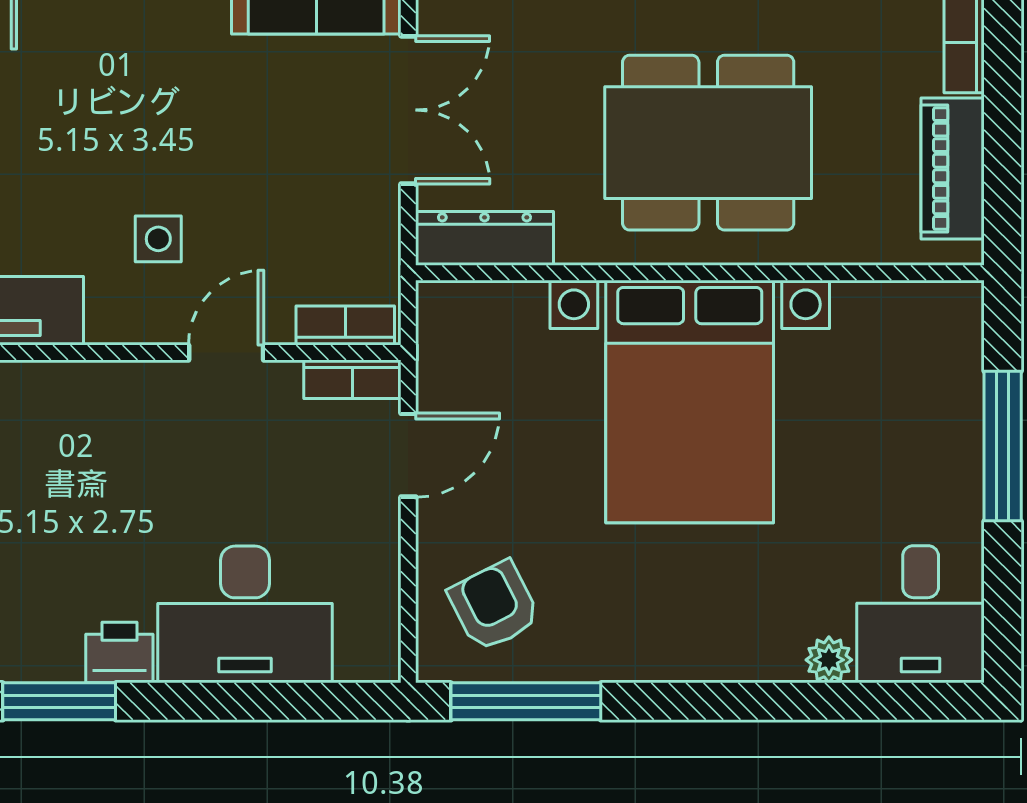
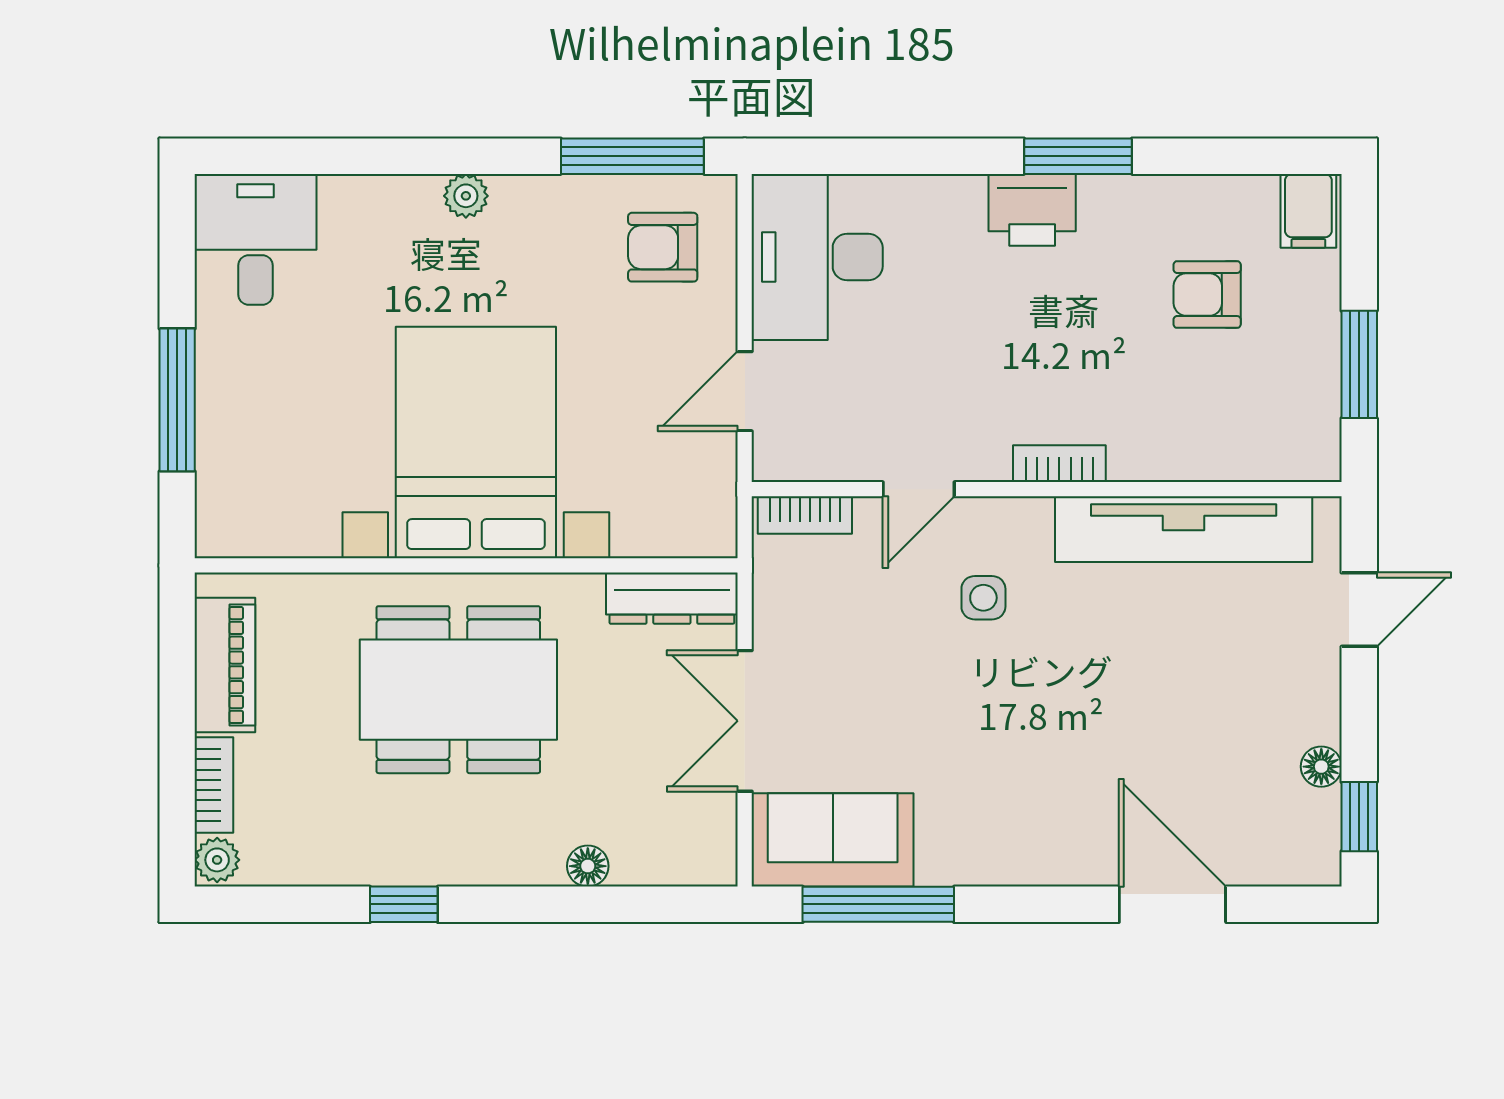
bookcase: (352, 379) -> (1059, 464), moved
armchair: (494, 606) -> (663, 247), turned 117
desk: (245, 614) -> (817, 257), moved, turned -90
printer: (119, 652) -> (1032, 210), width x1.36, depth x1.24
plant: (829, 660) -> (466, 196), moved

